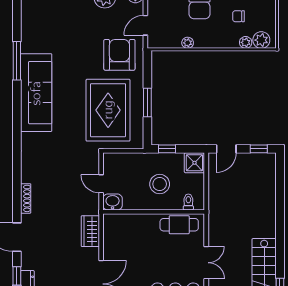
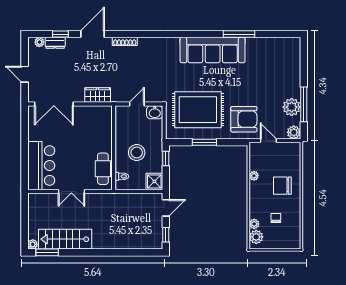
door: (226, 149) -> (166, 208), swing flipped
washbasin: (113, 202) -> (155, 112), moved, turned 90

